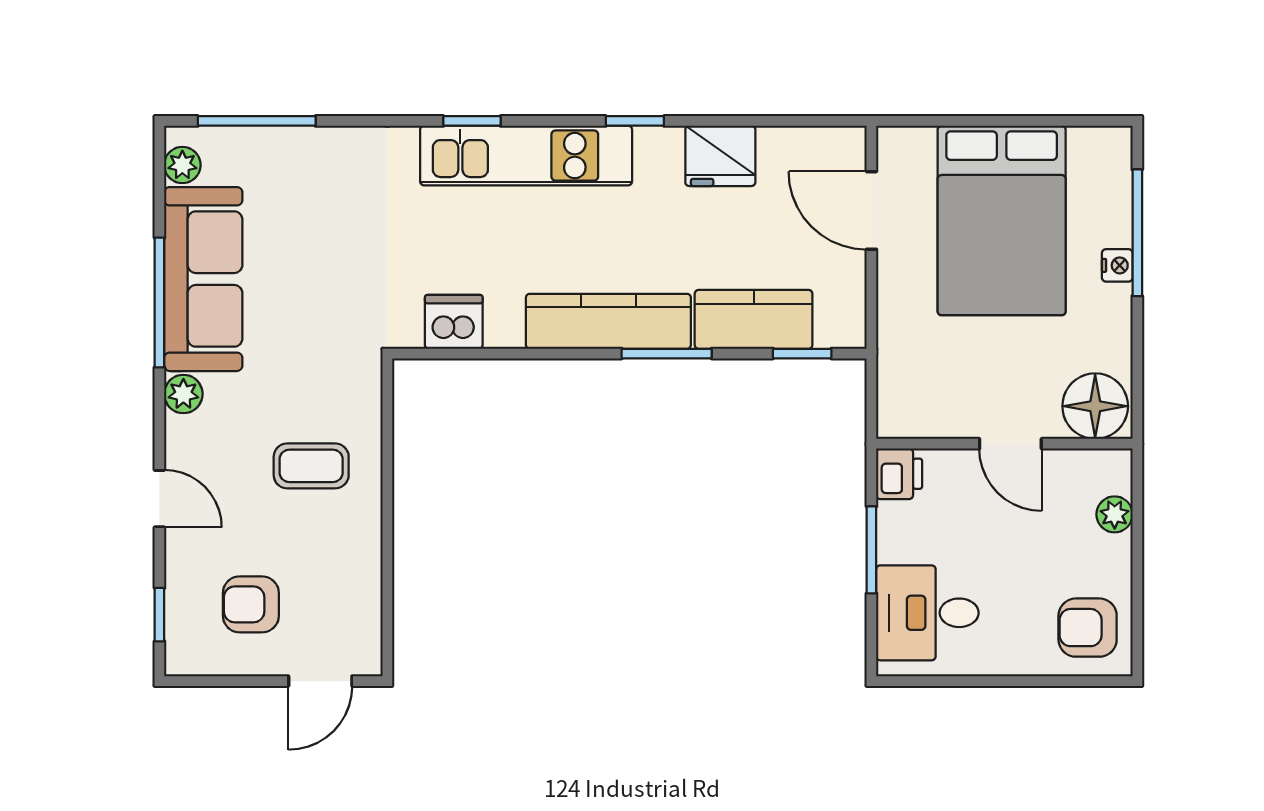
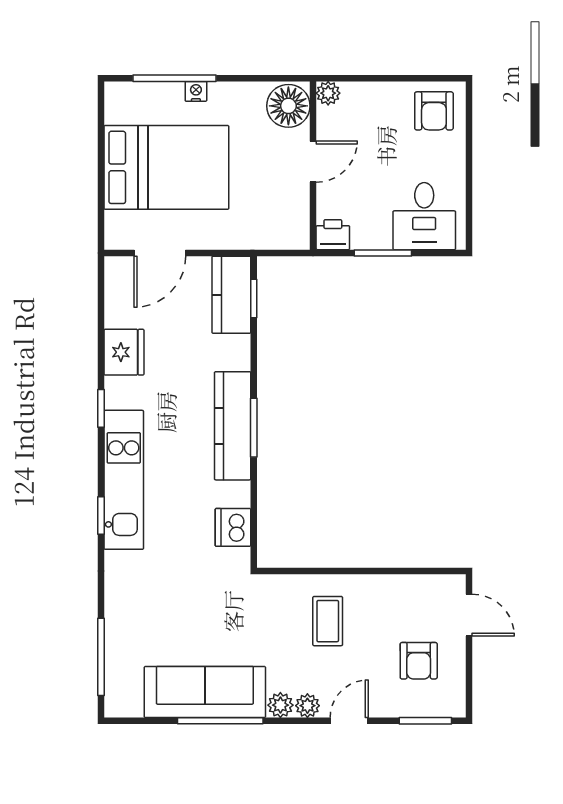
plant: (182, 165) -> (307, 706), moved
kitchen counter: (754, 319) -> (231, 295), moved
window: (667, 354) -> (254, 428), moved
plant: (1115, 514) -> (328, 93), moved
window: (159, 615) -> (425, 721), width x1.50

